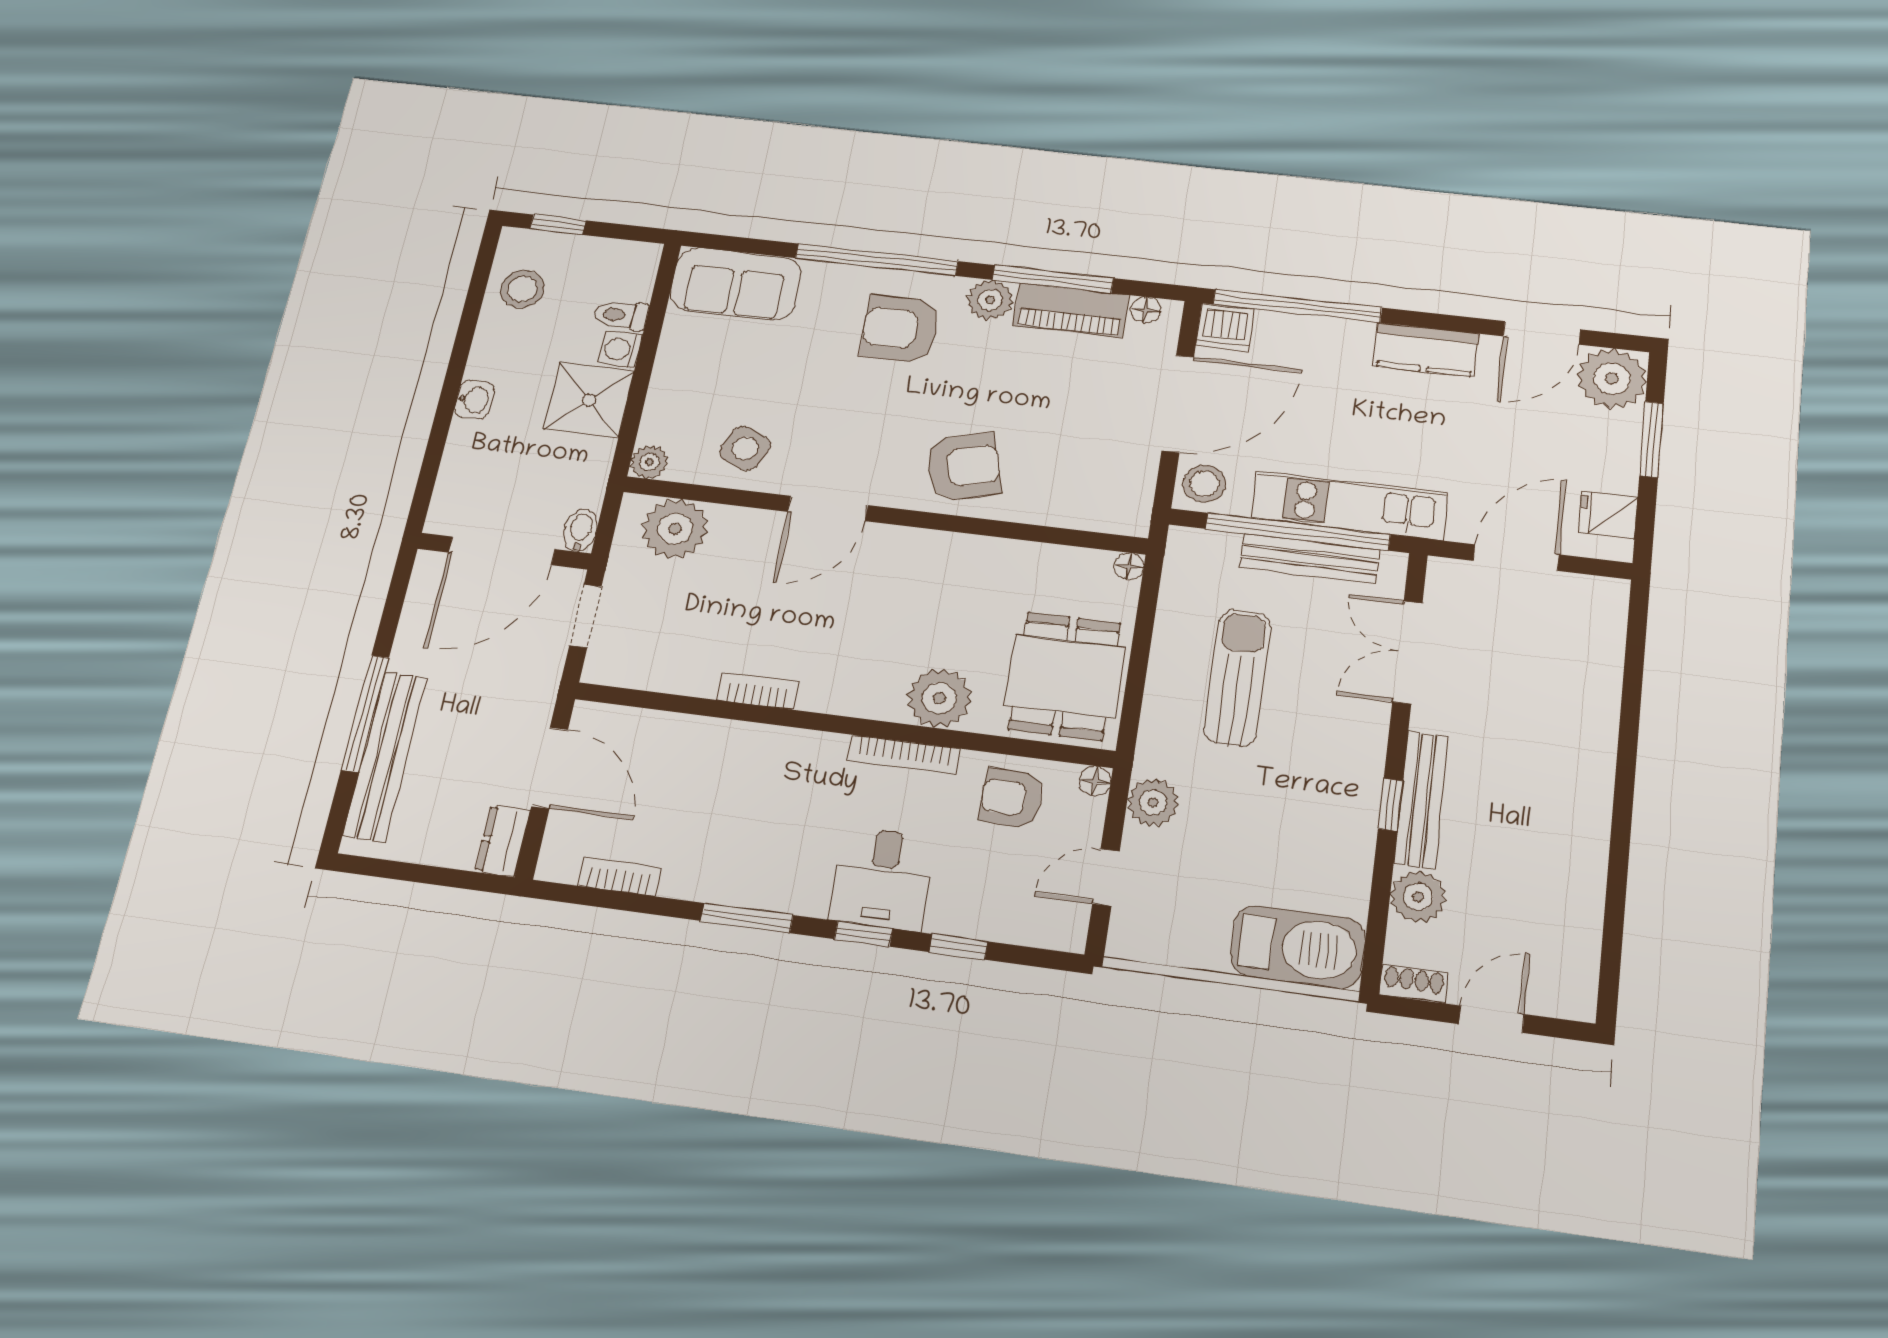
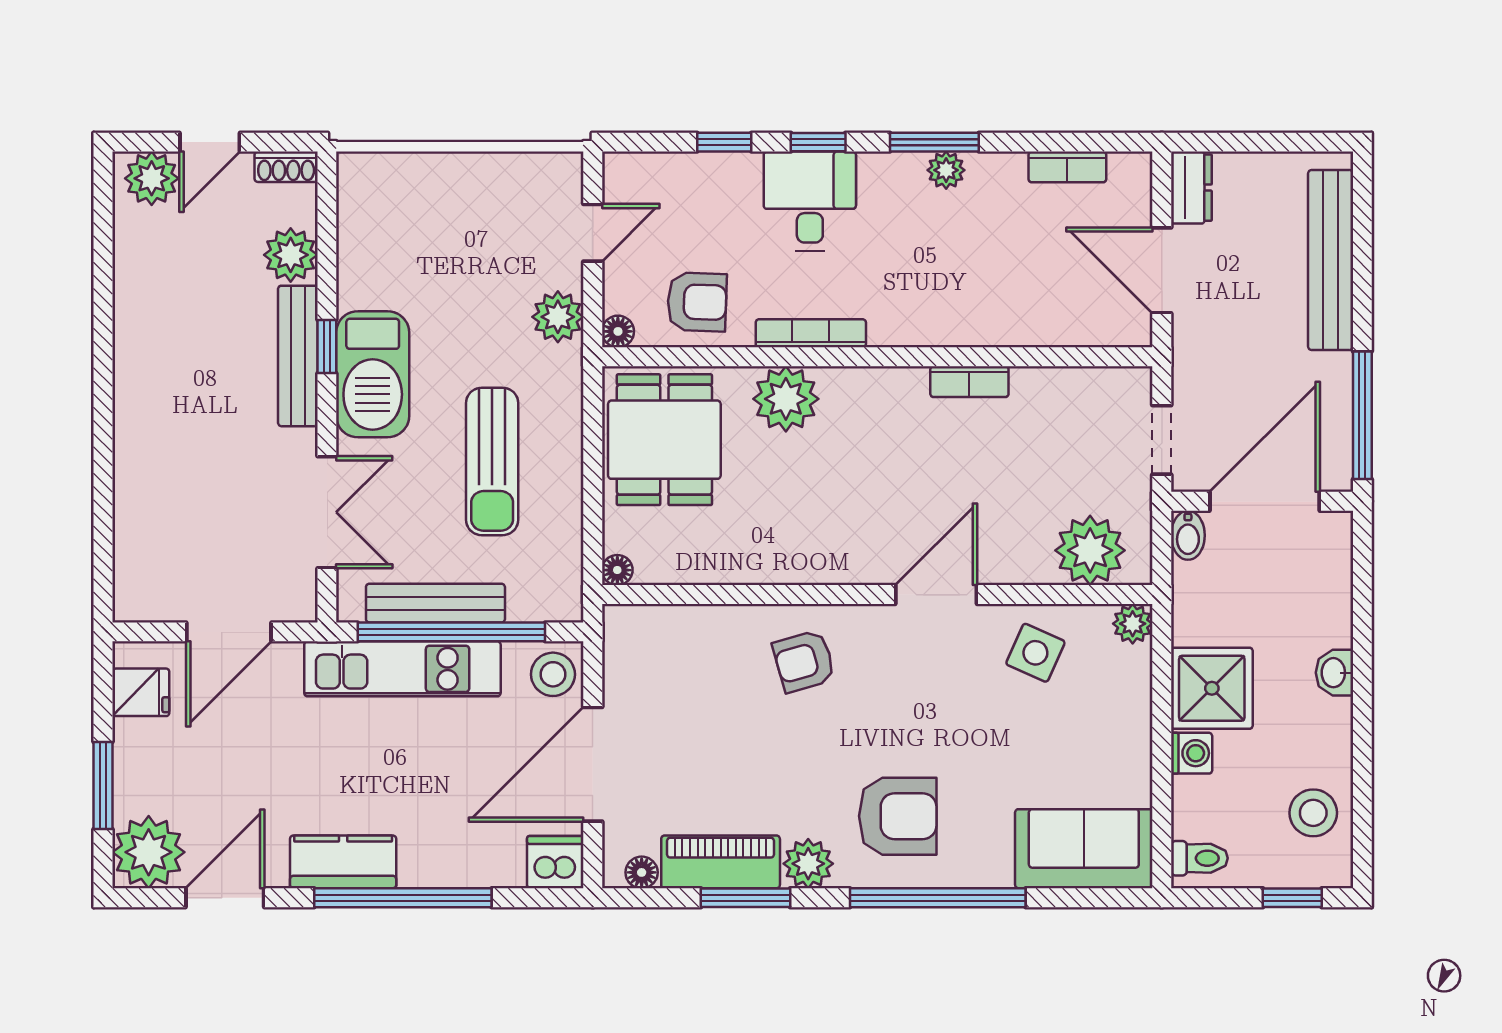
window: (1053, 279) -> (745, 898), width x0.69
window: (1297, 306) -> (403, 898), moved
toilet: (621, 315) -> (1199, 858), moved
armchair: (963, 467) -> (804, 661), width x0.72, depth x0.72
window: (365, 714) -> (1362, 415), moved
plant: (741, 890) -> (946, 170), added
barbecue: (1298, 947) -> (373, 374), moved, turned -90
plant: (1556, 991) -> (152, 178), added

